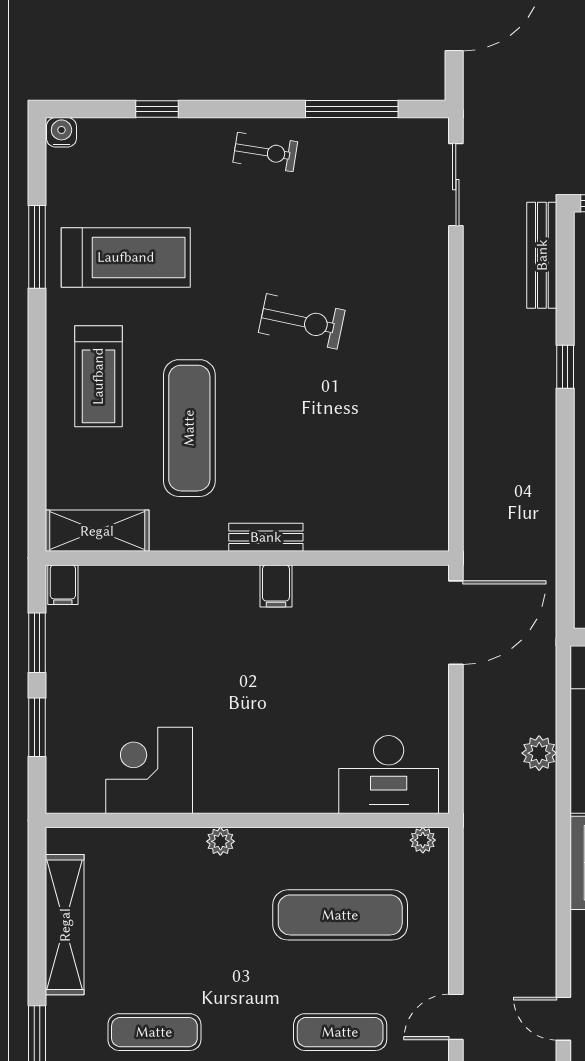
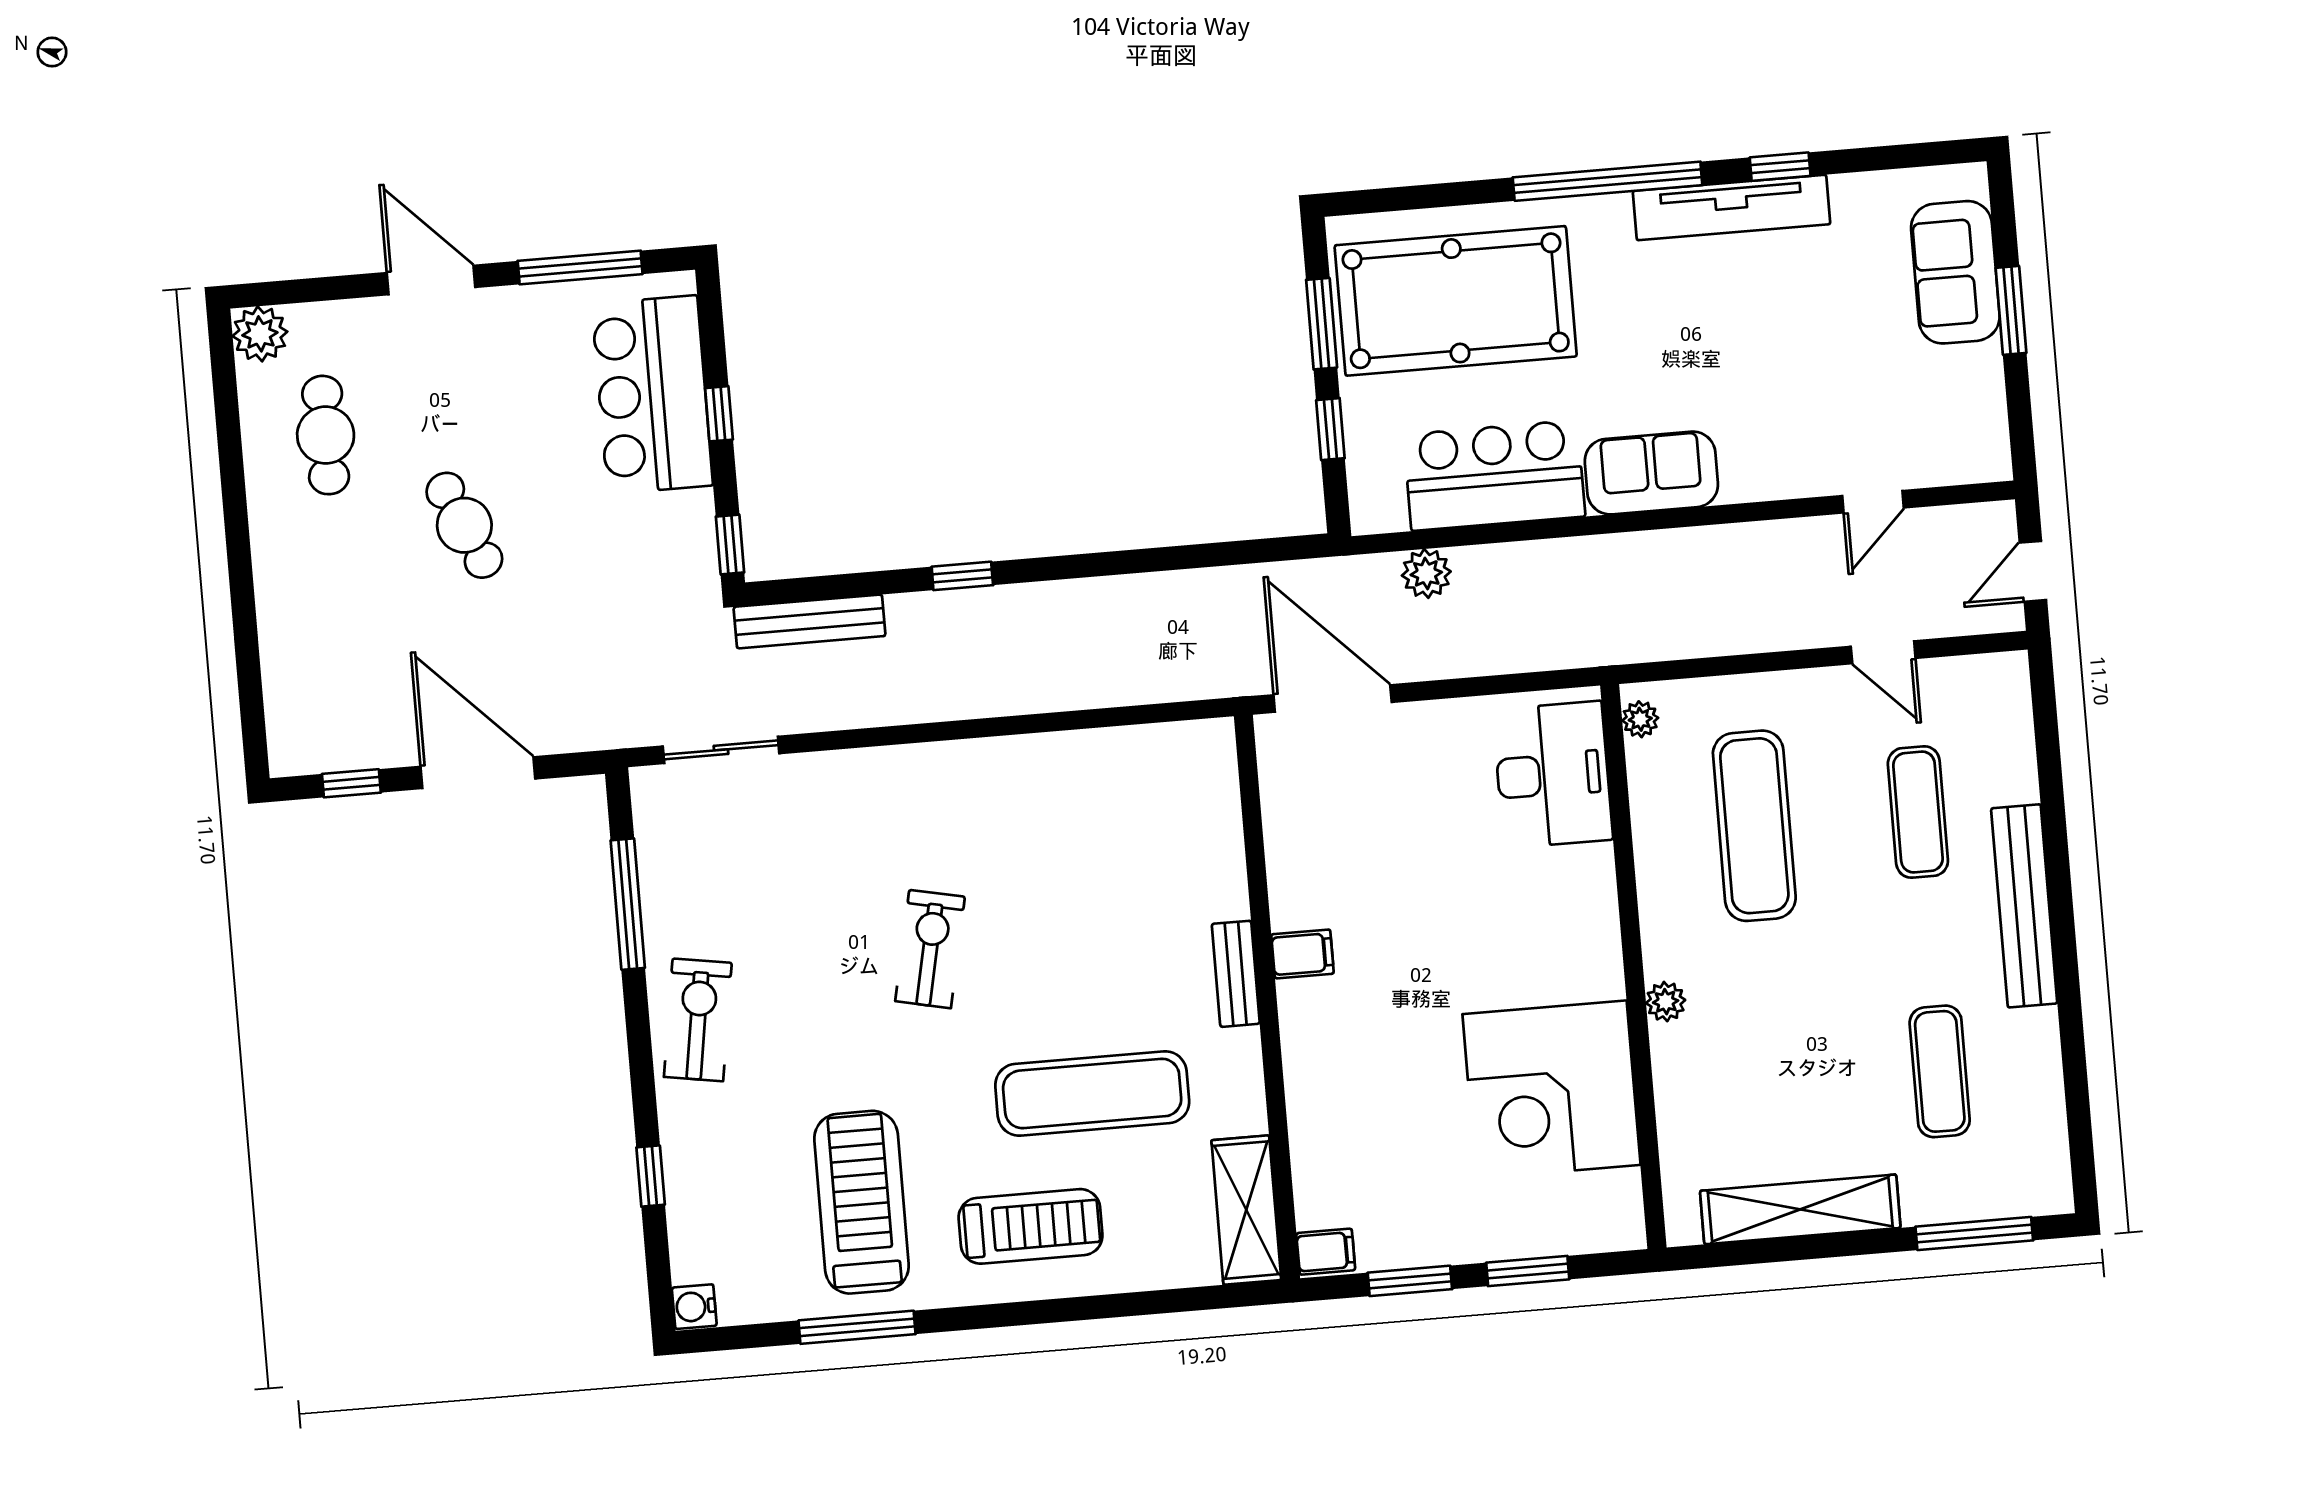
exercise bike: (265, 152) -> (698, 1020), width x1.38, depth x1.39
plant: (539, 753) -> (1426, 573), moved
corner desk: (149, 770) -> (1551, 1090), width x1.36, depth x1.36

